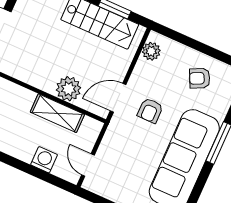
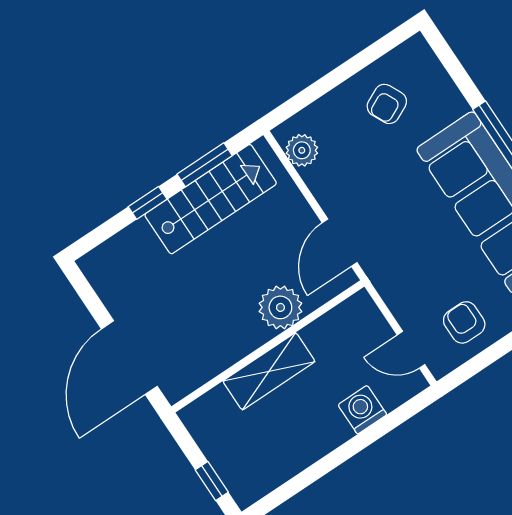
armchair: (150, 110) -> (464, 322), moved, turned 180
shelving: (57, 113) -> (269, 371), moved

